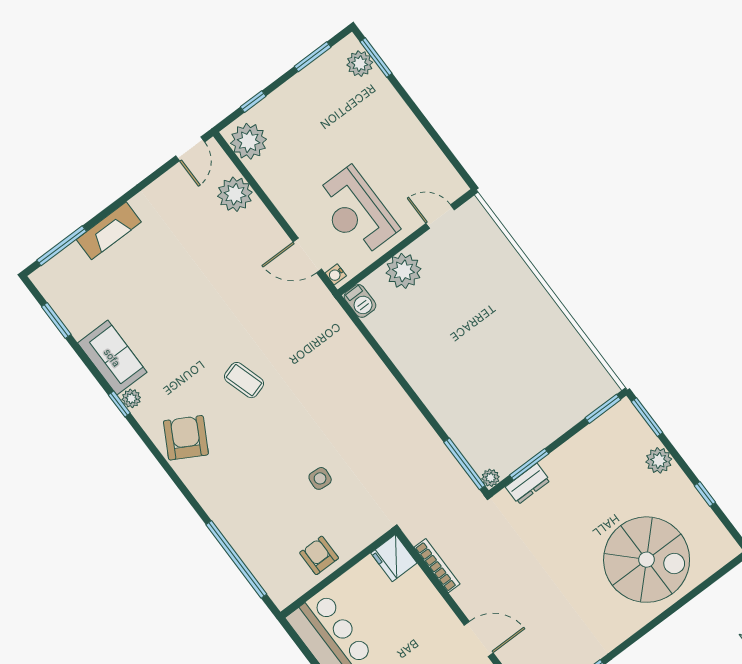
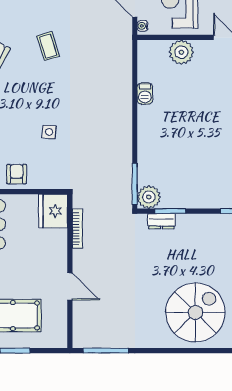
barbecue: (360, 301) -> (145, 93), moved
plant: (491, 478) -> (149, 197), width x1.88, depth x1.88
fridge: (394, 558) -> (53, 211), width x1.36, depth x1.34
spiral stairs: (647, 560) -> (195, 312), turned -90

